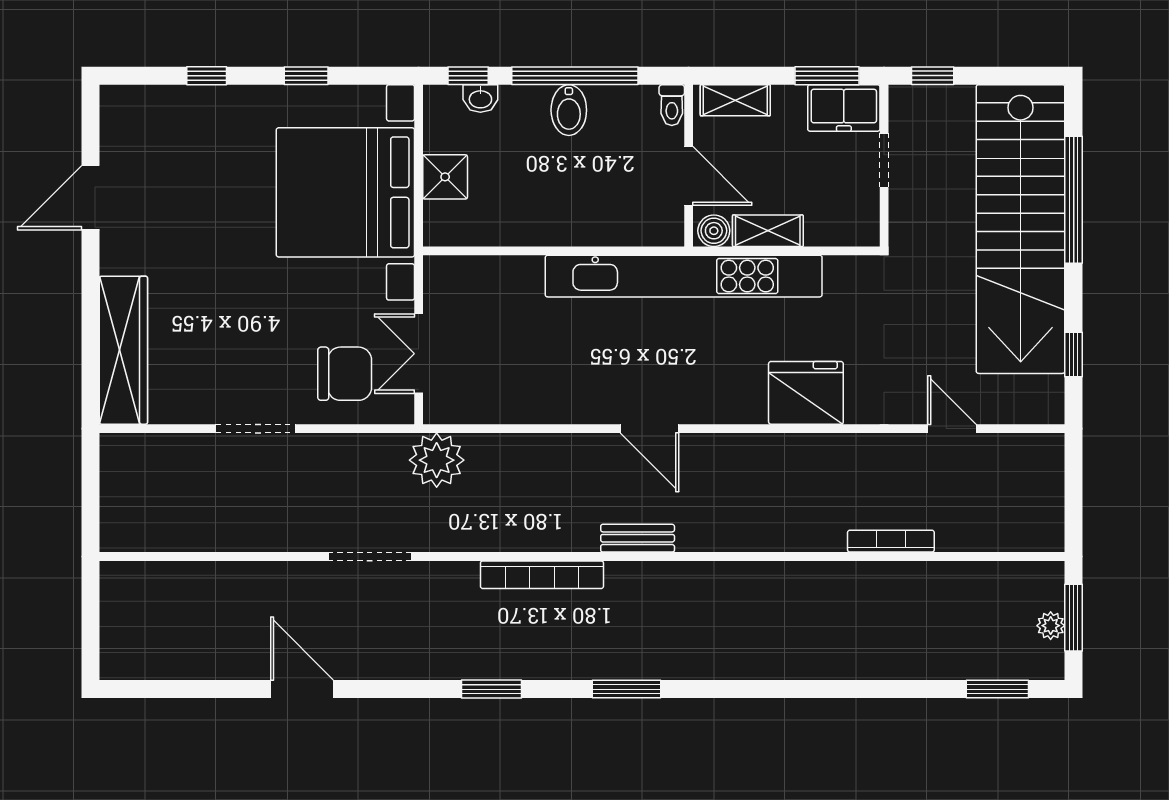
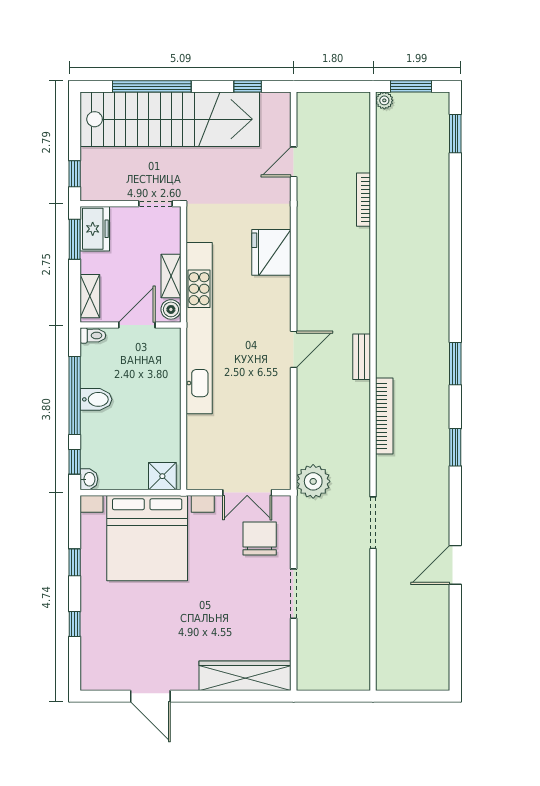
washbasin: (480, 98) -> (89, 479), moved
doorway: (884, 160) -> (155, 204), moved
shower: (445, 177) -> (162, 476), moved
plant: (1051, 626) -> (384, 100), moved

